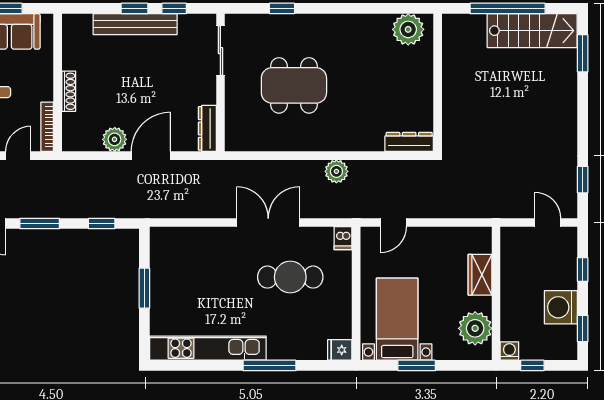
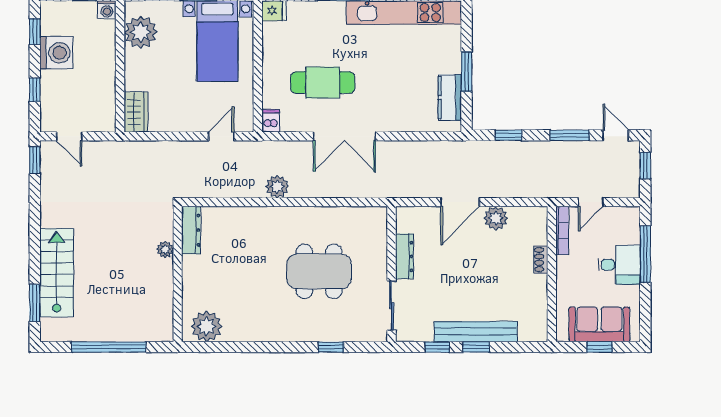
stairs: (532, 31) -> (57, 273), moved, turned 90
shoe rack: (69, 91) -> (541, 260), width x0.70
plant: (450, 108) -> (165, 249), added
dresser: (207, 128) -> (404, 256), moved
dresser: (409, 142) -> (191, 230), moved, turned -90
window: (583, 180) -> (35, 160), moved
kitchen counter: (161, 262) -> (450, 98), added
wardrobe: (480, 275) -> (136, 112), moved

